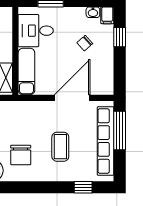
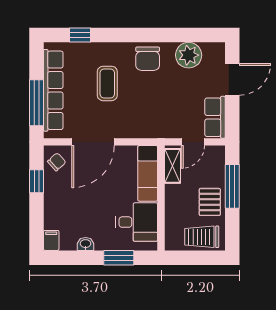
washbasin: (93, 12) -> (86, 244), moved
window: (120, 37) -> (36, 181), moved
chair: (85, 43) -> (57, 162), moved
chair: (21, 155) -> (148, 59), moved, turned 180

